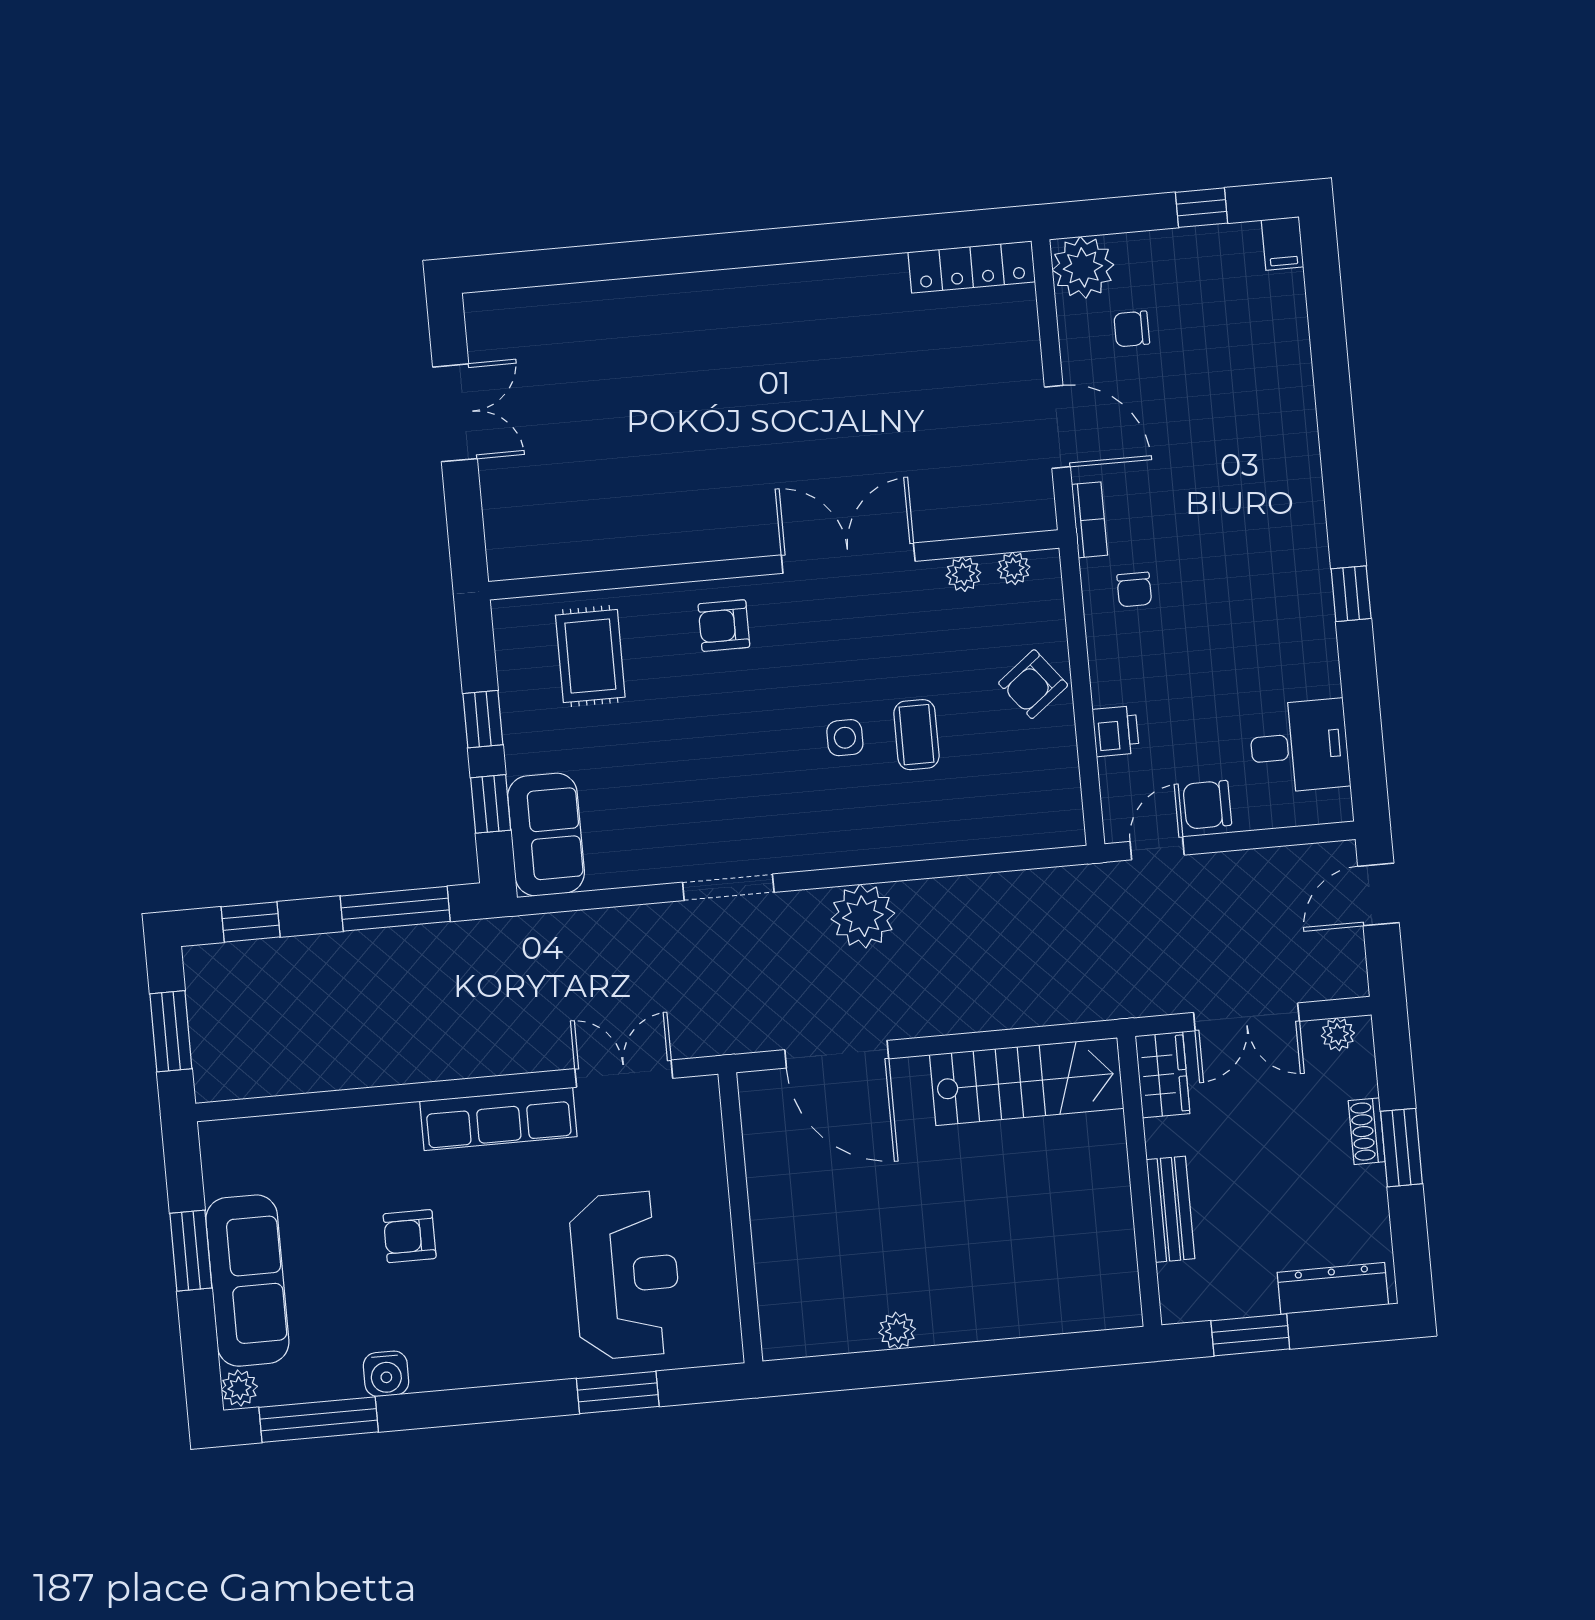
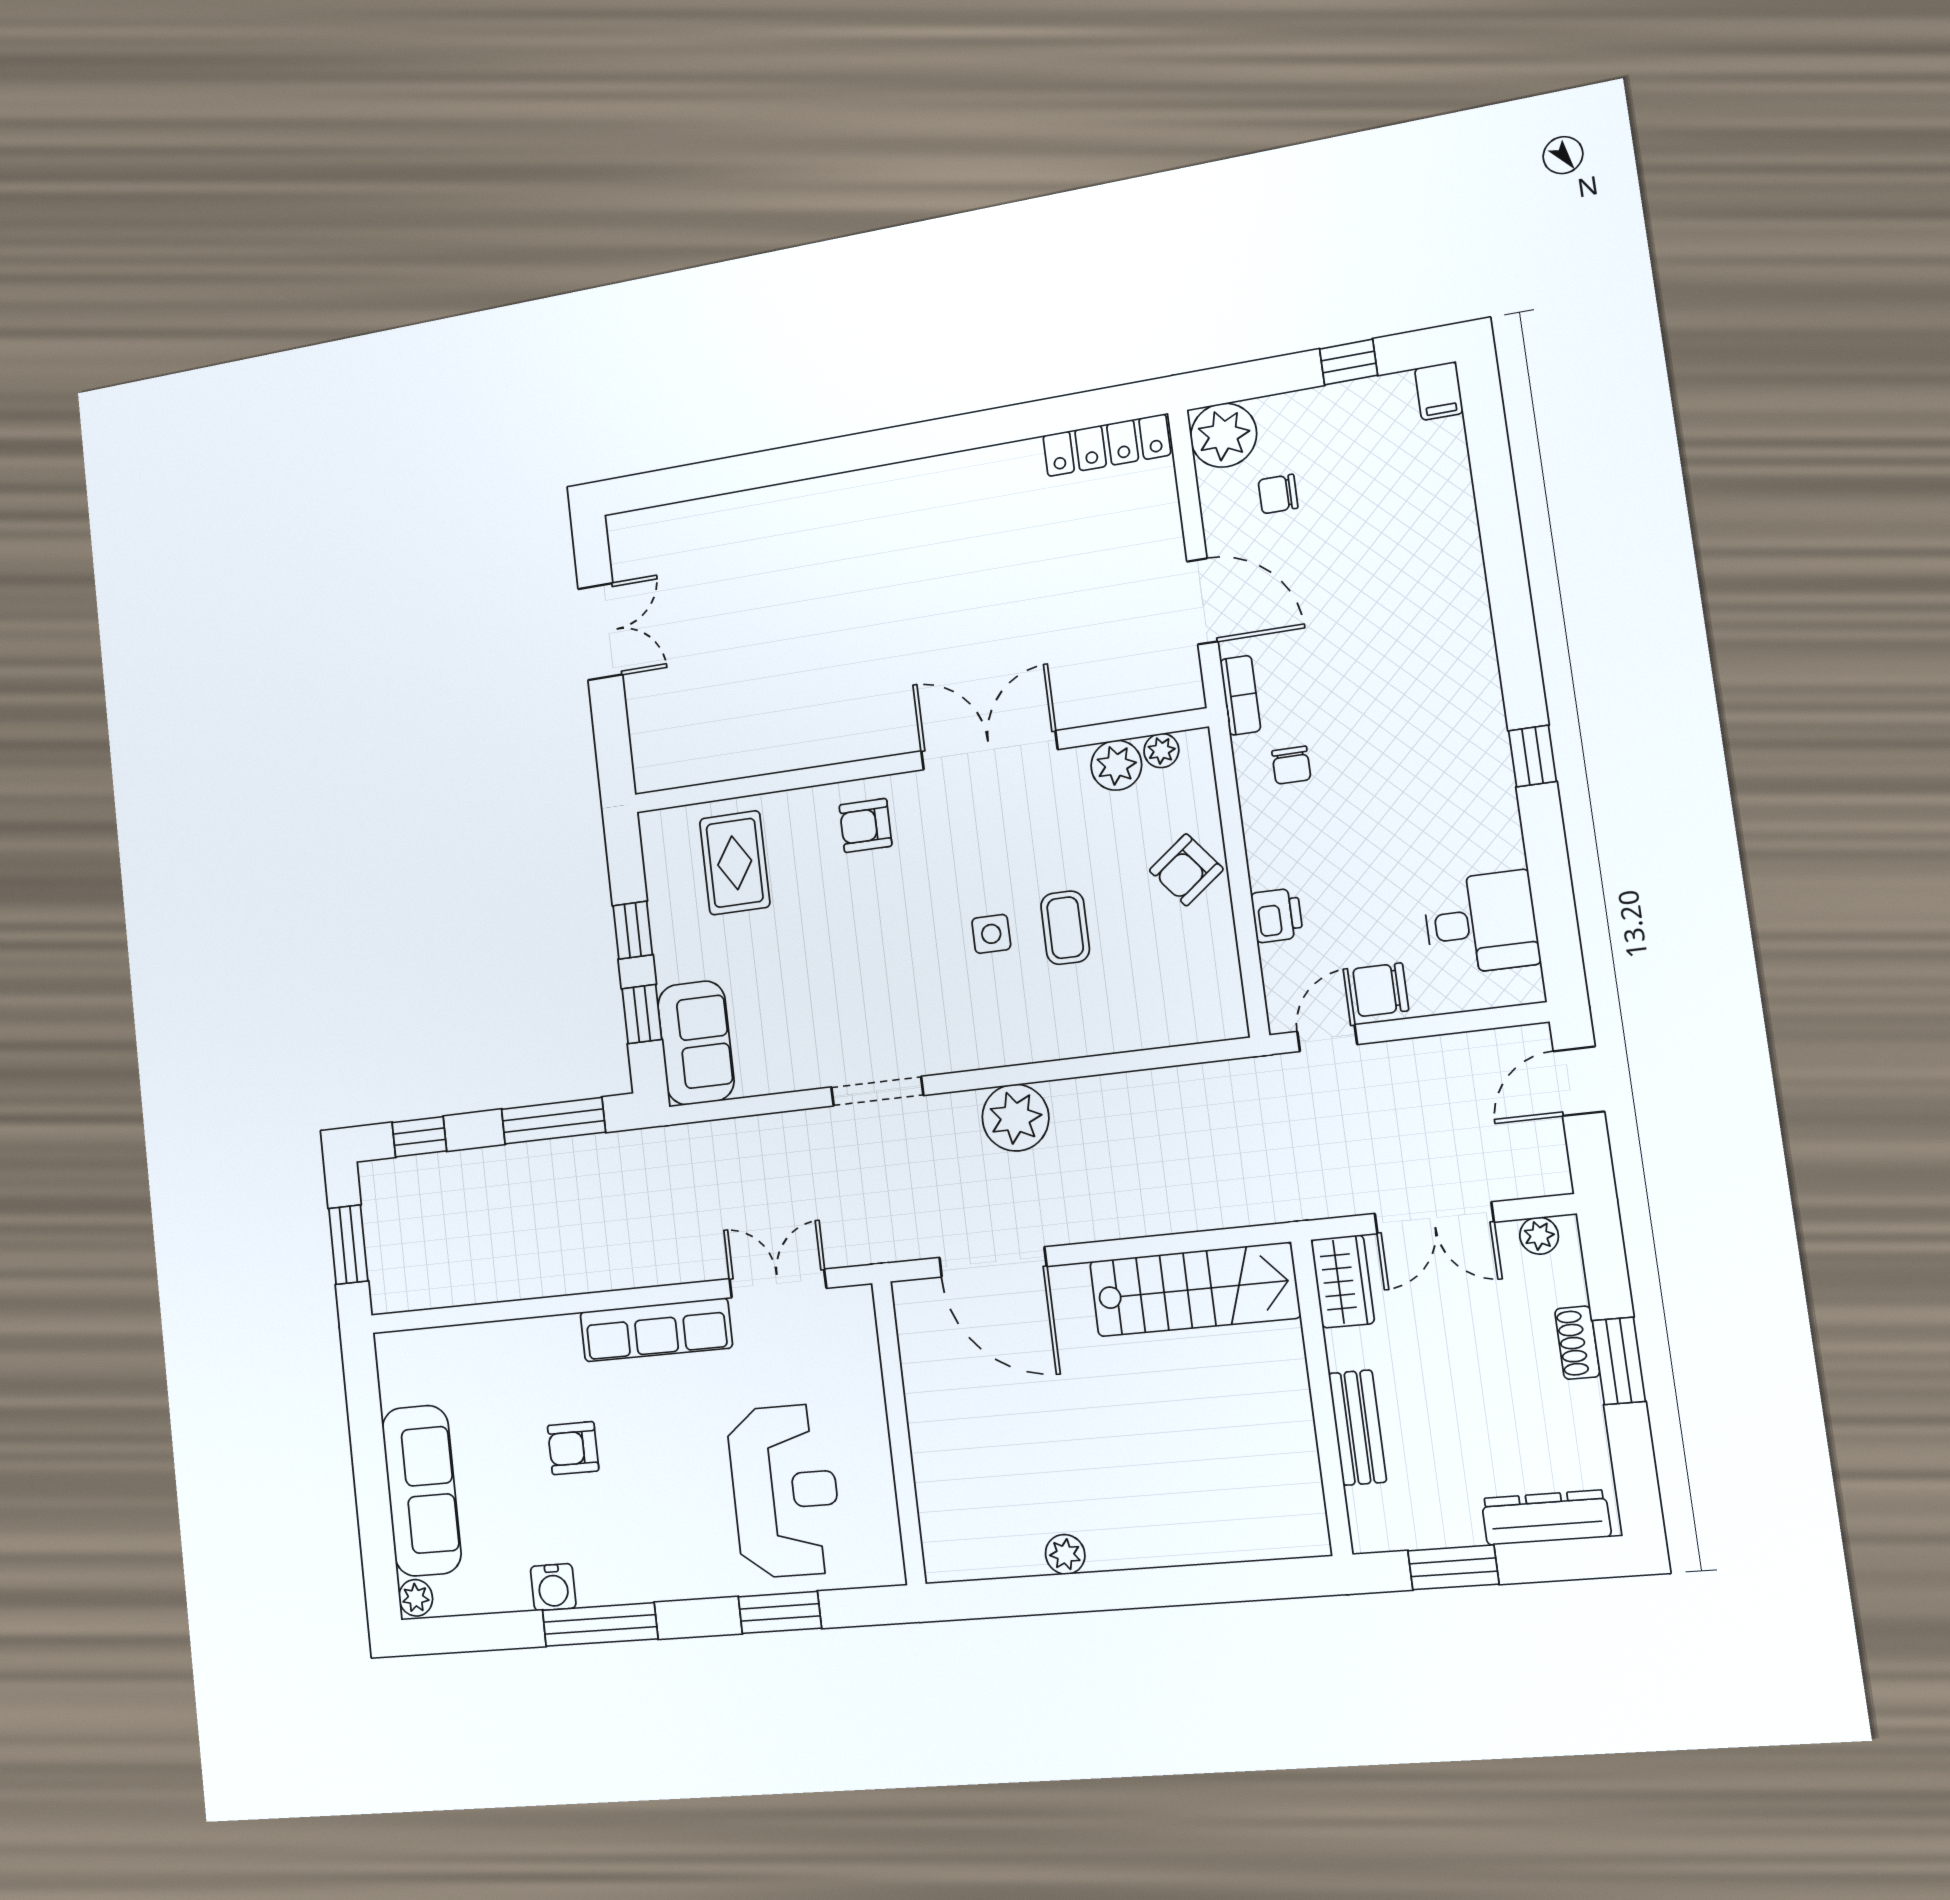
plant: (963, 574) -> (1116, 765), width x1.38, depth x1.38
window: (191, 1251) -> (369, 1460), removed
window: (319, 1420) -> (600, 1624), moved

